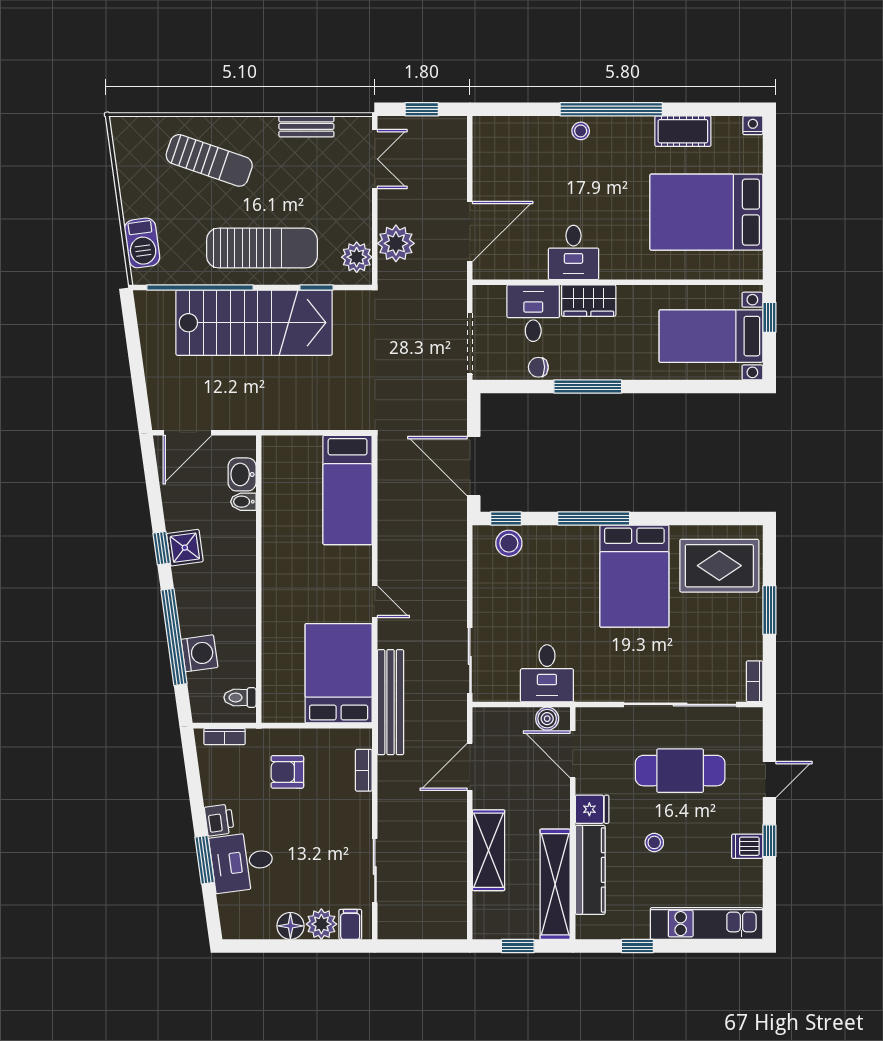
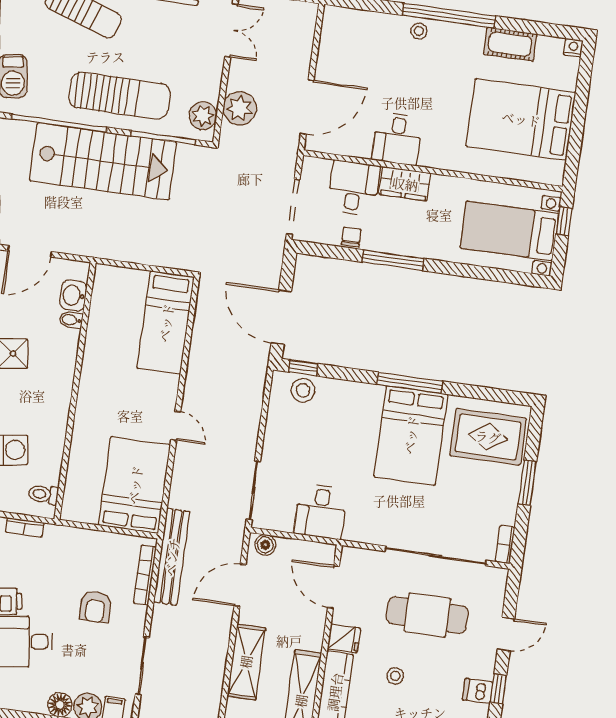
window: (316, 287) -> (163, 138), width x2.17
chair: (538, 367) -> (351, 237), turned 90
window: (594, 518) -> (410, 383), moved
bench: (391, 702) -> (172, 557), moved
boiler: (547, 719) -> (265, 545), moved
bookcase: (364, 770) -> (145, 575), width x1.56
armchair: (287, 772) -> (95, 607), moved, turned -90

